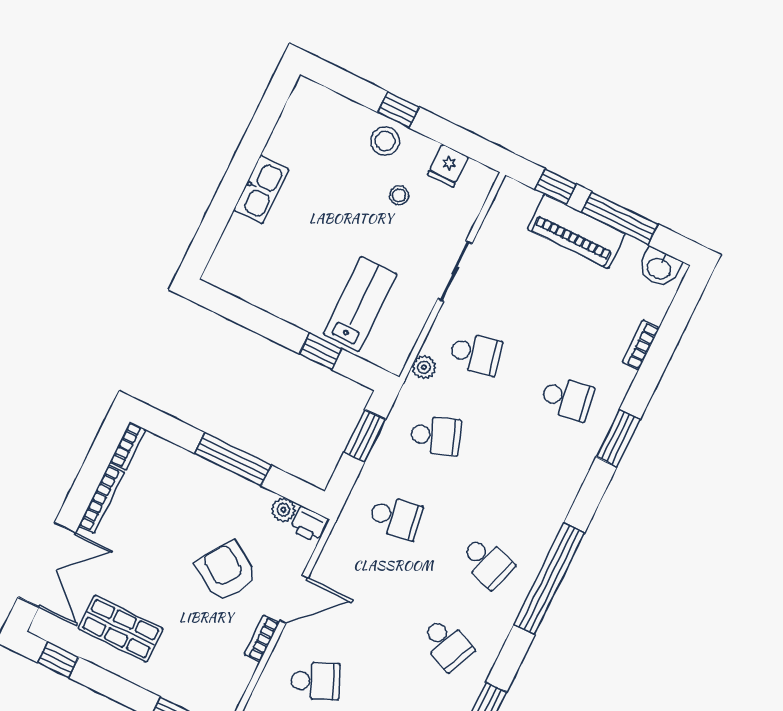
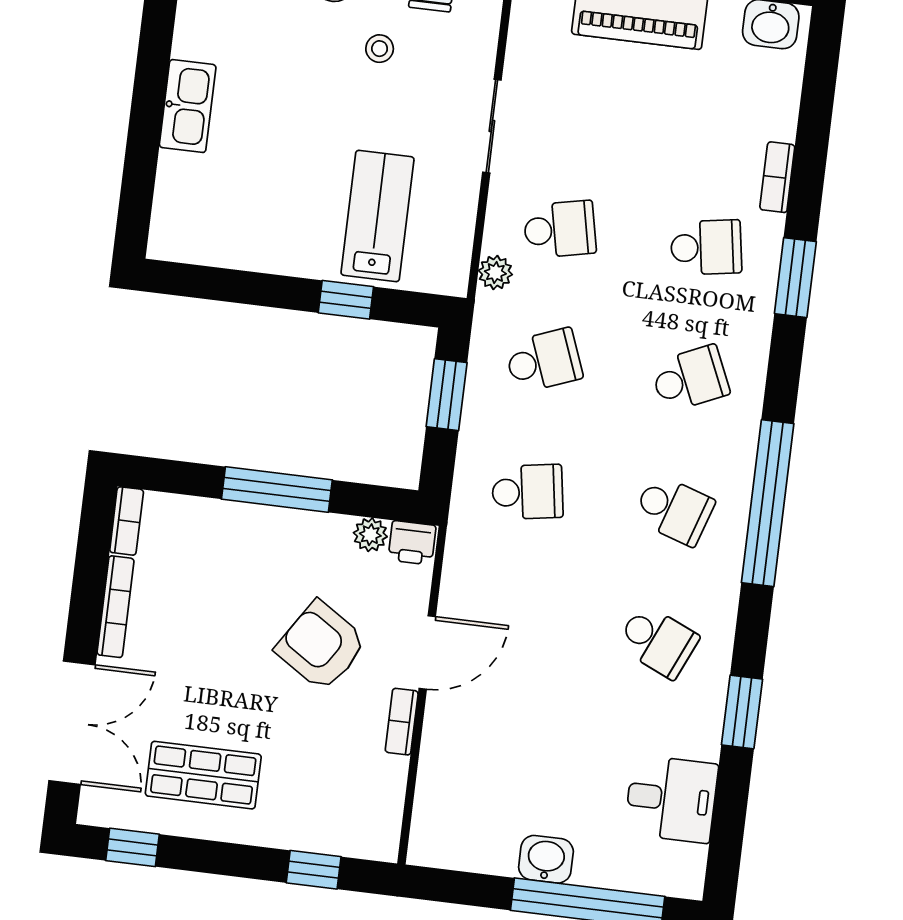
bookcase: (641, 345) -> (777, 177), moved
school desk: (315, 681) -> (690, 379), moved

